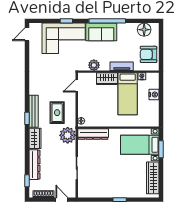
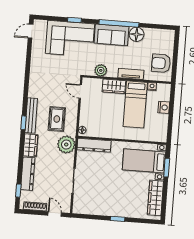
floor lamp: (144, 30) -> (137, 34), moved
door: (77, 86) -> (80, 91), hinge flipped

